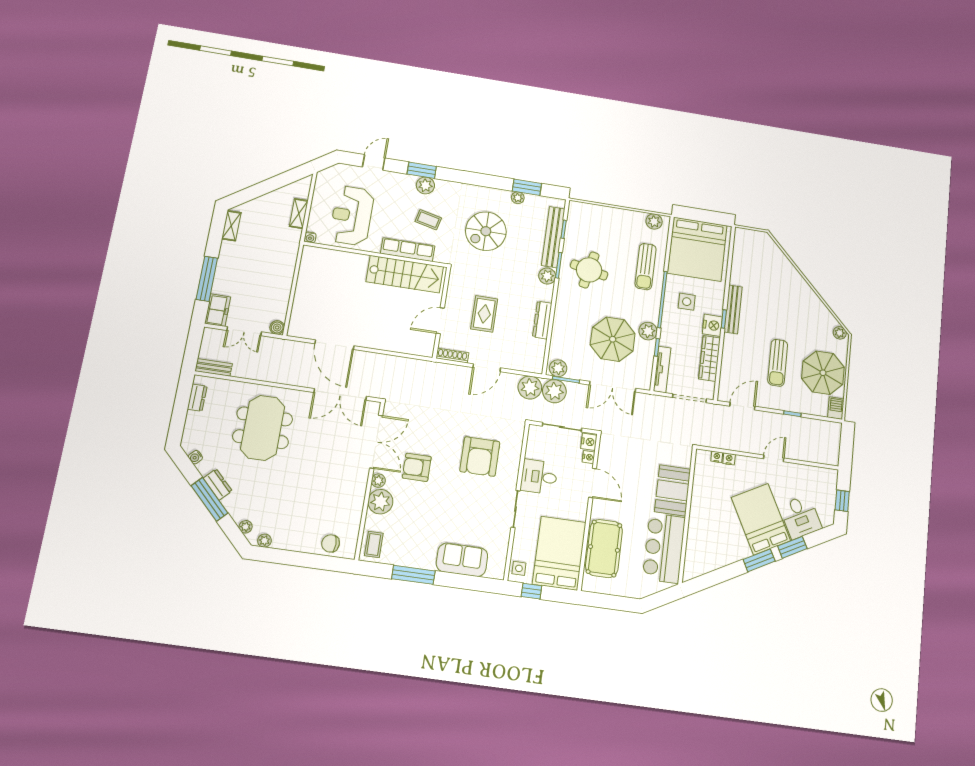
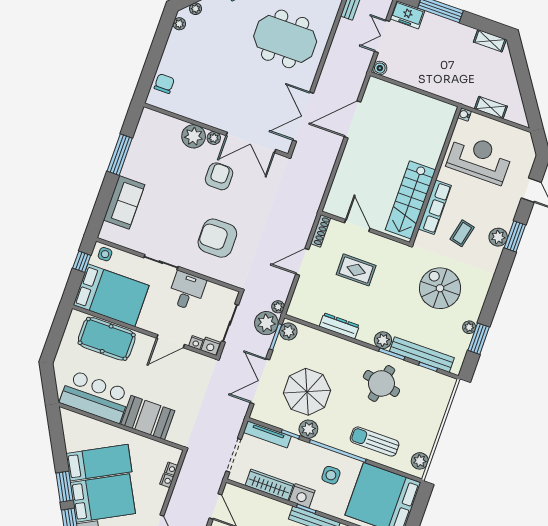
door: (487, 368) -> (302, 262), hinge flipped
plant: (530, 387) -> (278, 307), width x0.53, depth x0.53
bed: (728, 530) -> (99, 463), added
coffee table: (374, 545) -> (155, 123), removed

